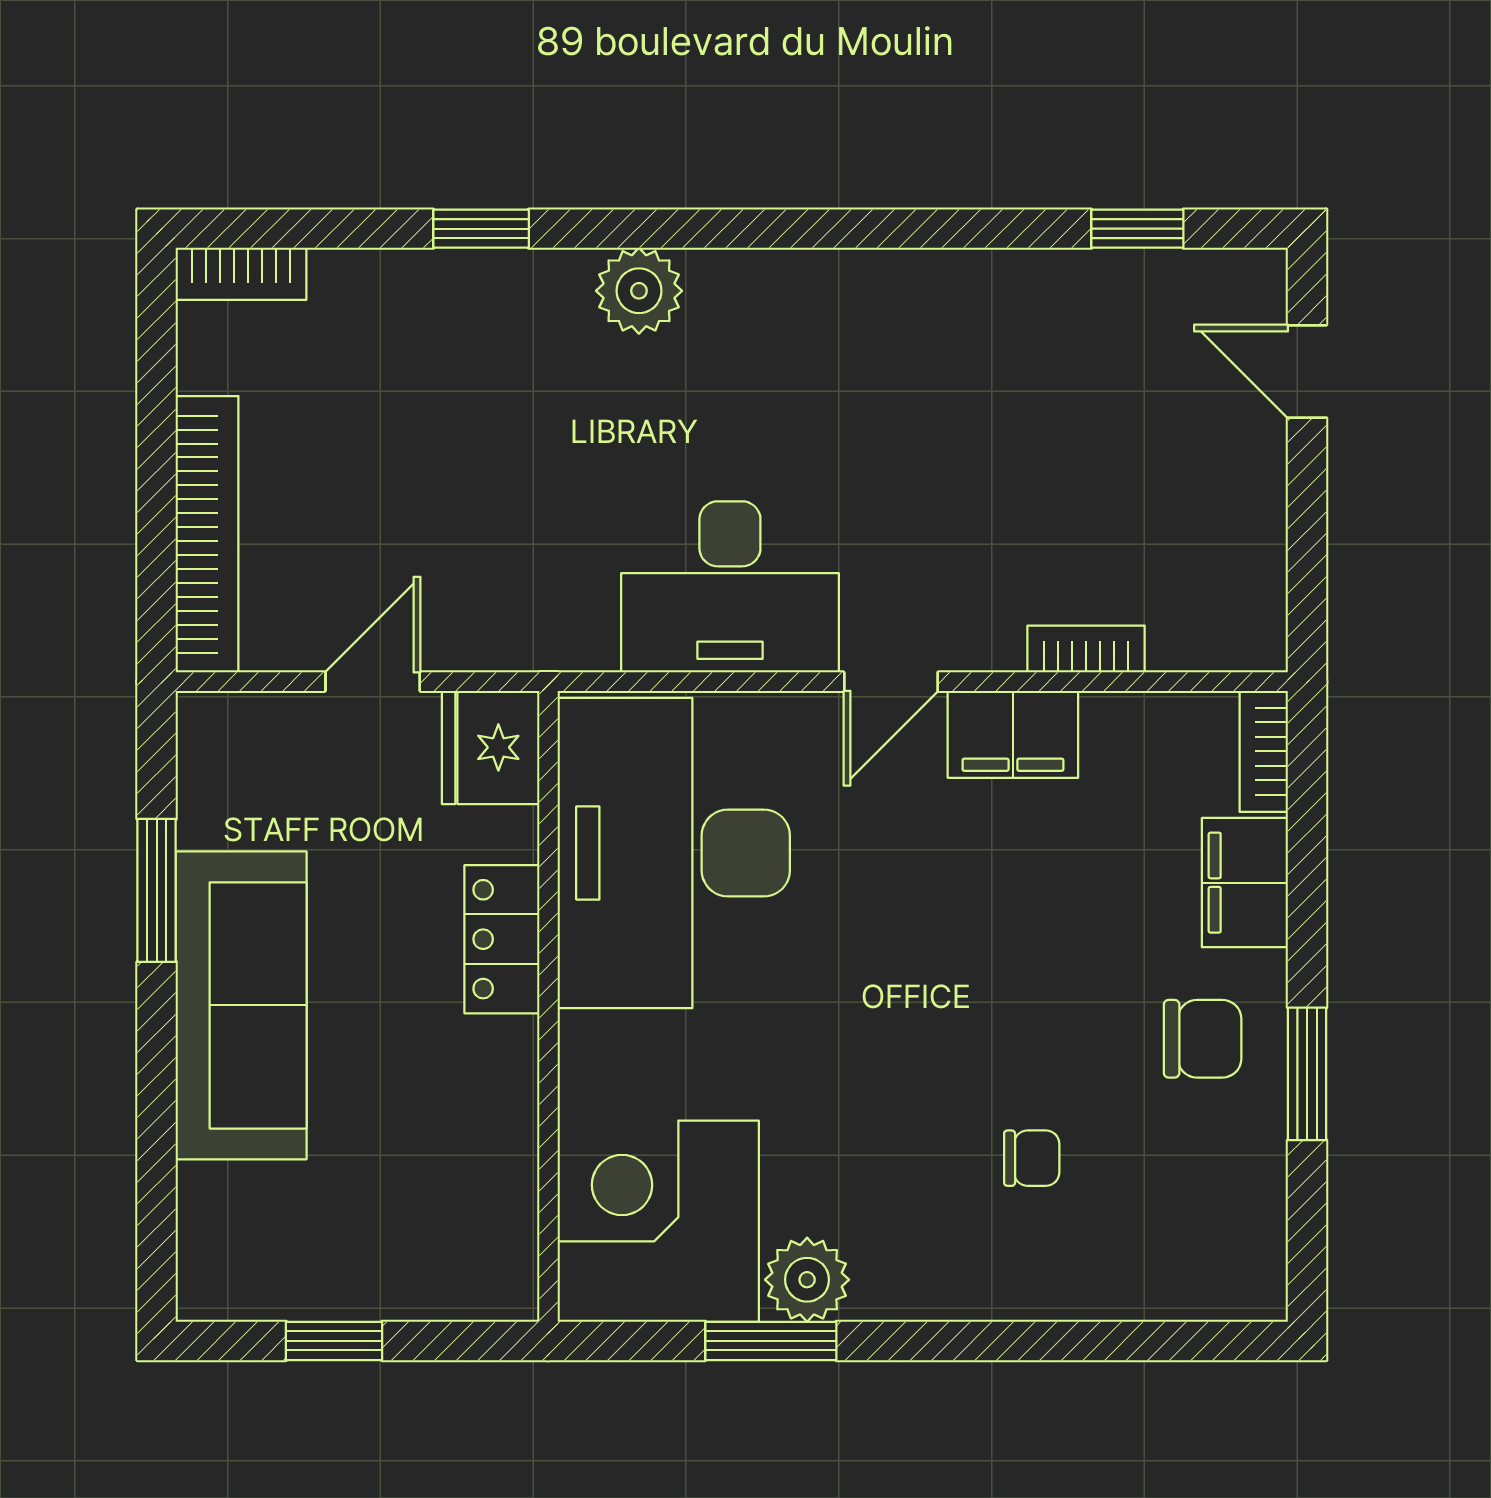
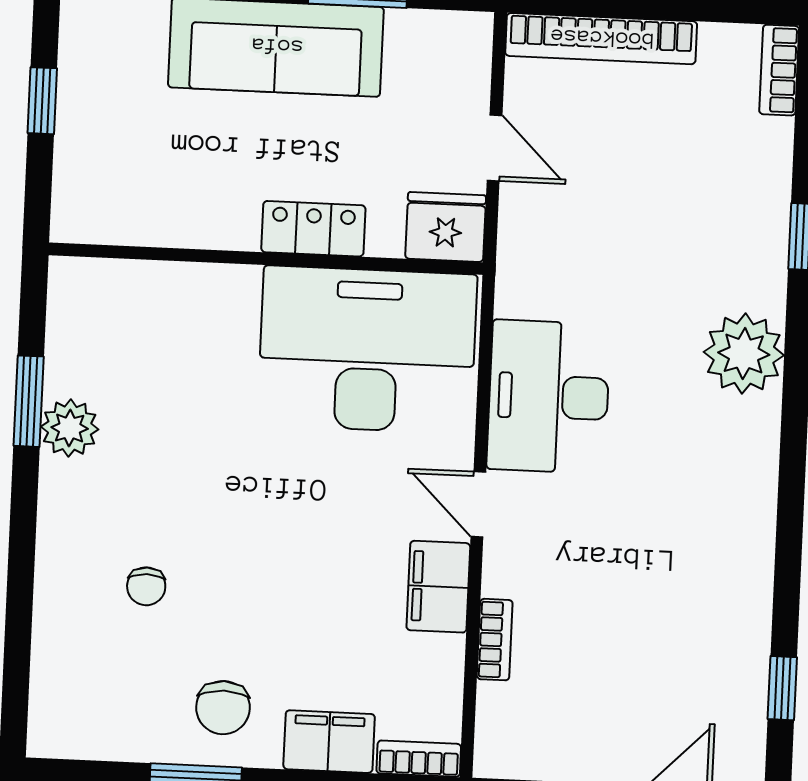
plant: (639, 291) -> (744, 354), width x1.36, depth x1.36
corner desk: (658, 1221) -> (115, 327), removed

